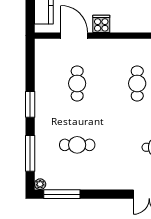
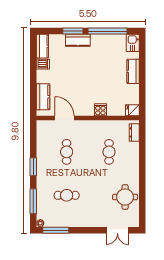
cooker: (101, 24) -> (100, 110), moved

